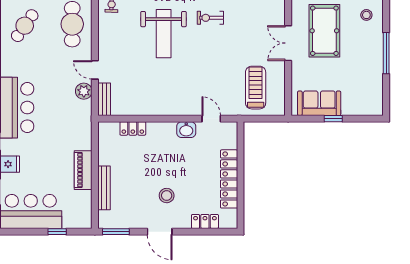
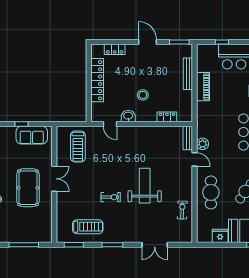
stool: (167, 196) -> (143, 95), moved

